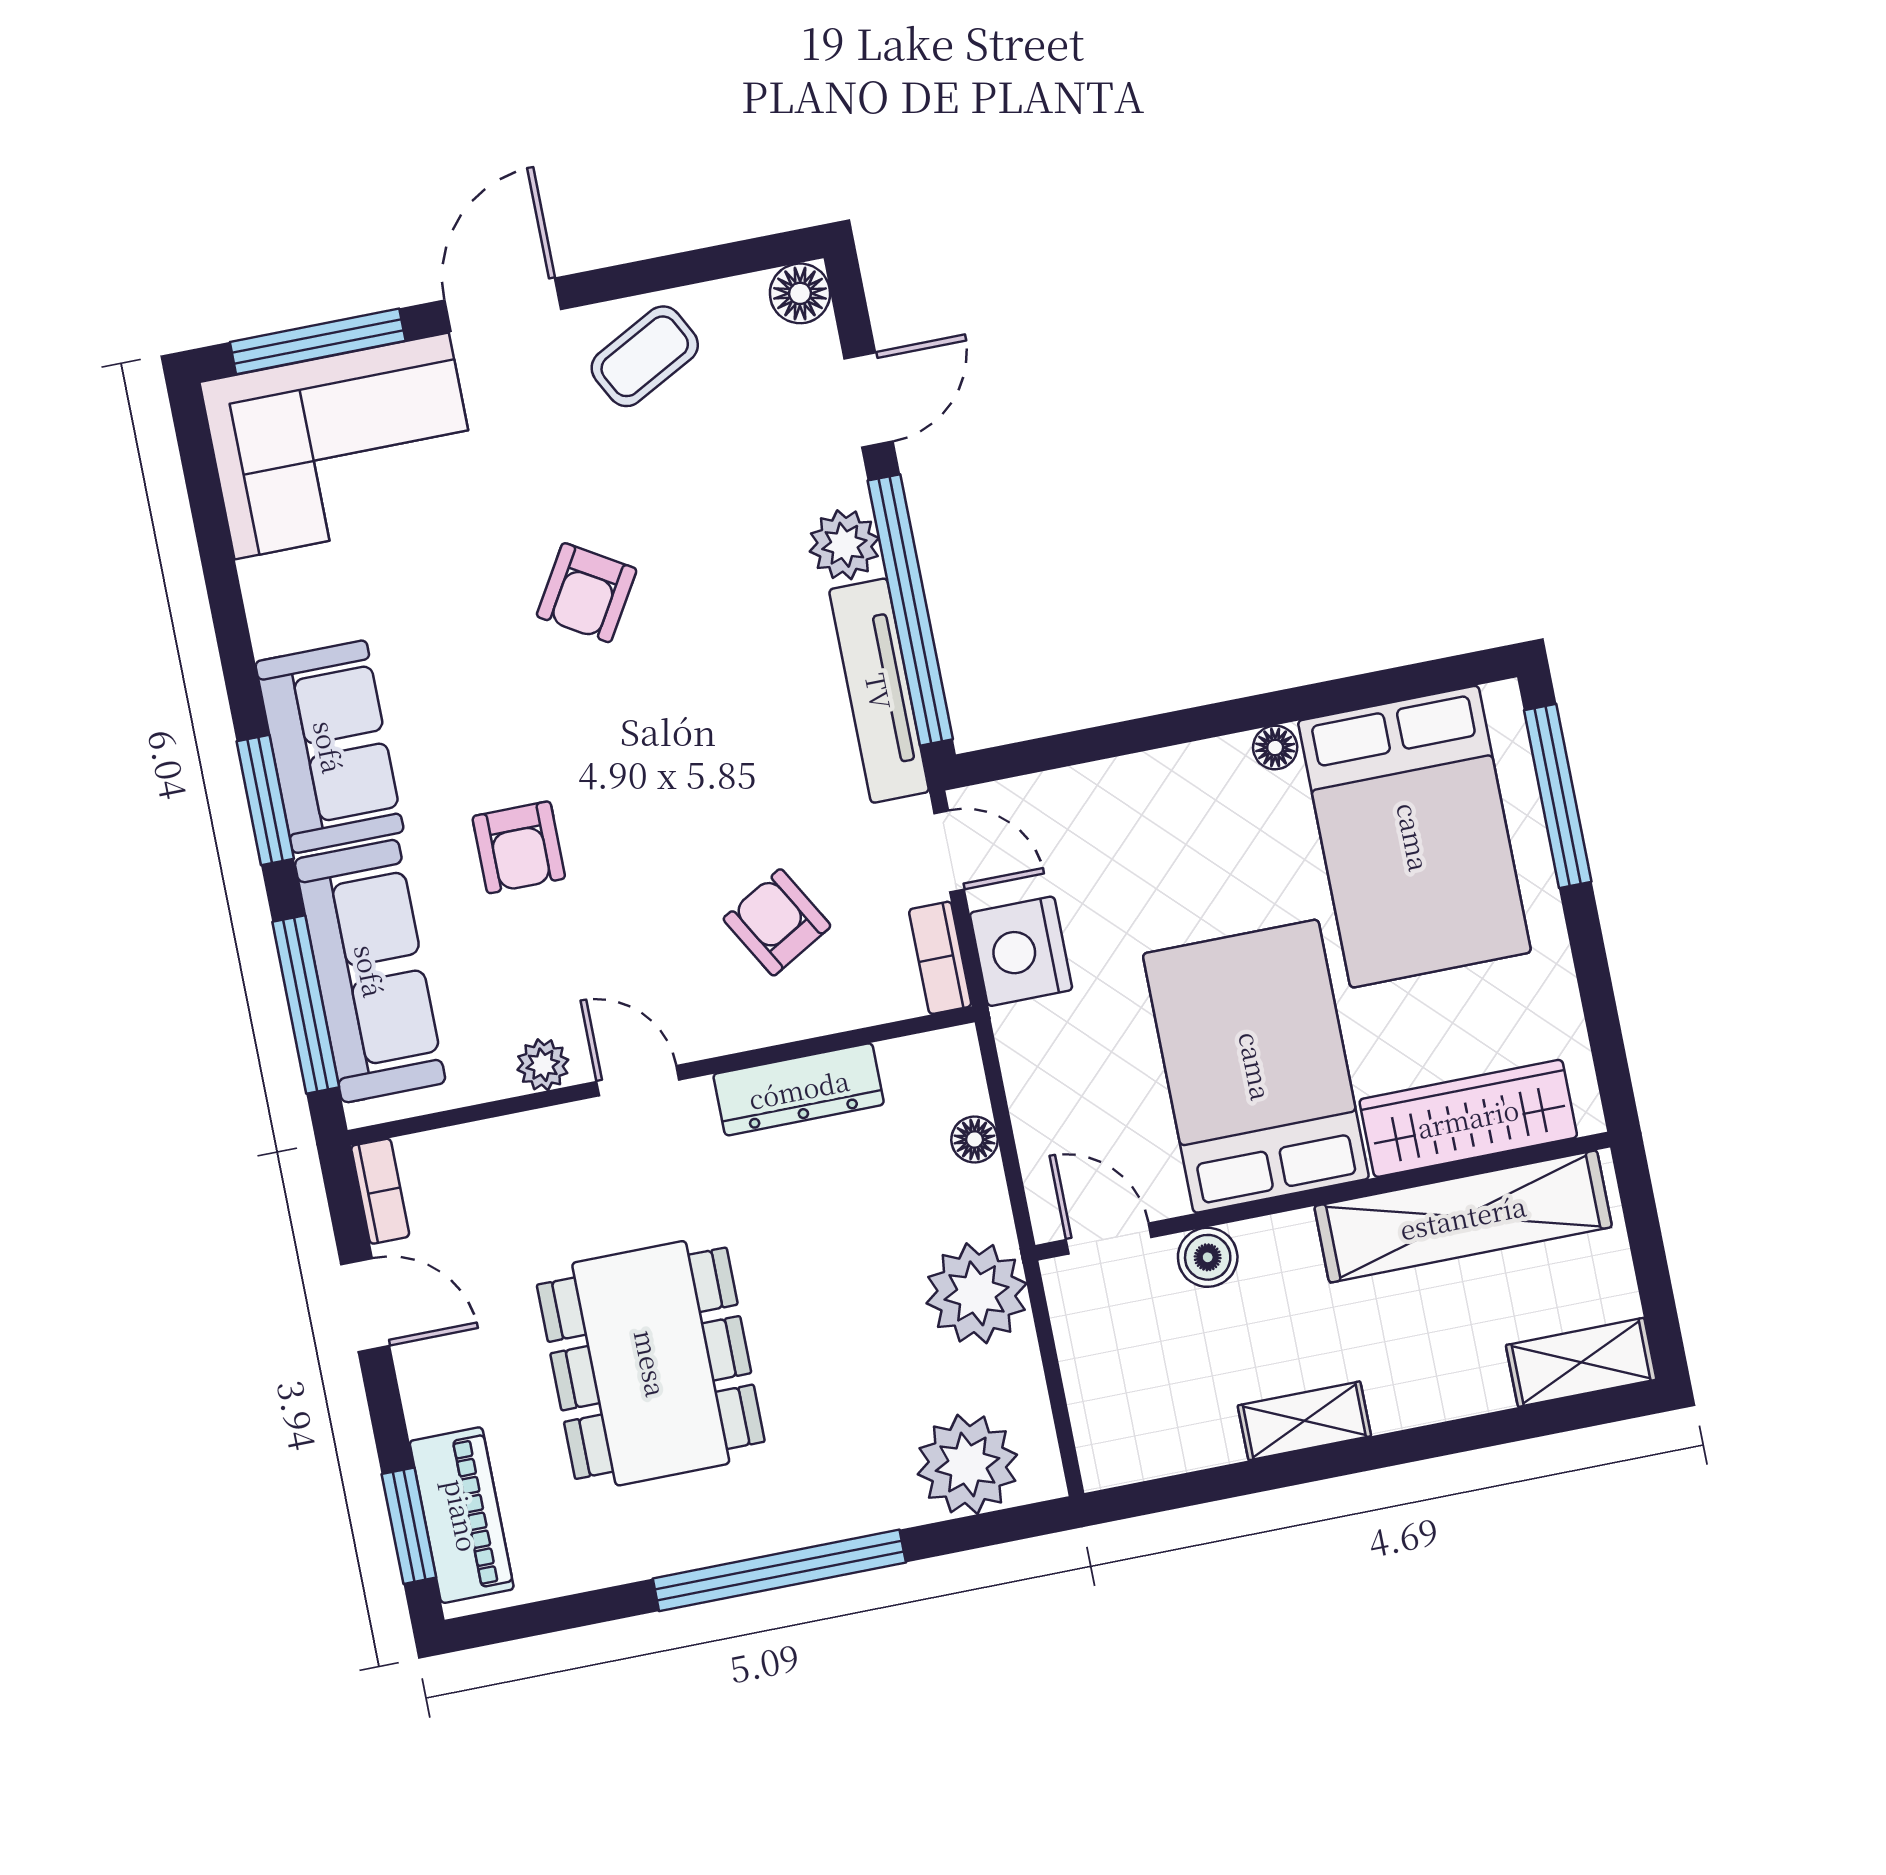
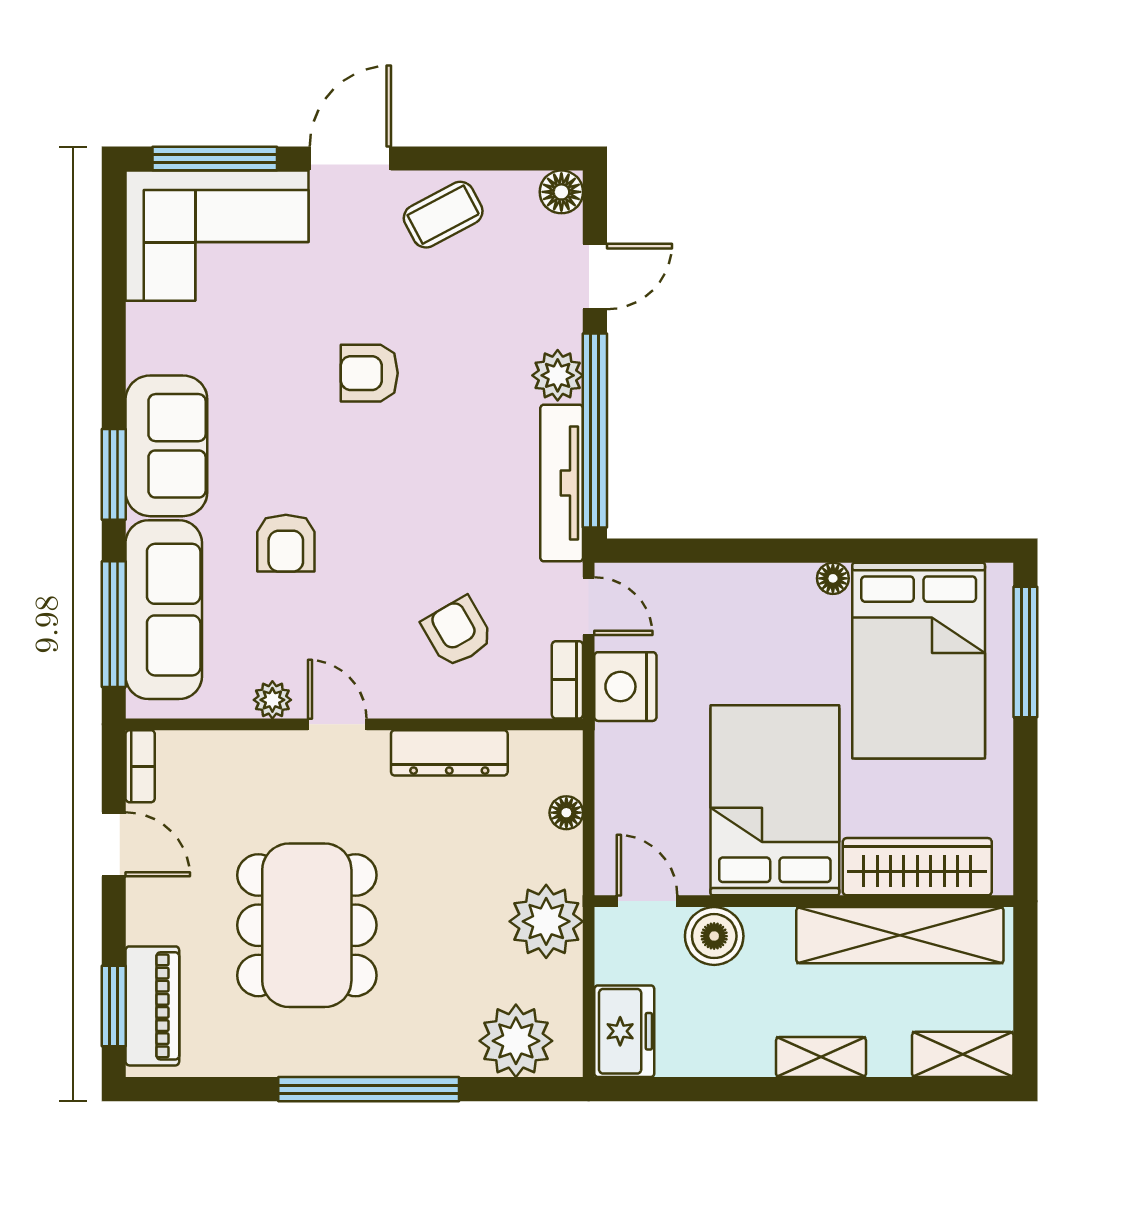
armchair: (587, 593) -> (369, 373), turned 59
boiler: (1208, 1257) -> (714, 936), width x1.36, depth x1.36
shelving: (1304, 1421) -> (821, 1057), moved
freezer: (1113, 1422) -> (624, 1031), added

